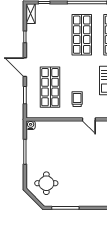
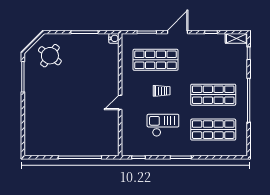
trolley: (77, 99) -> (162, 91), moved
round table: (46, 183) -> (50, 56), turned 36

